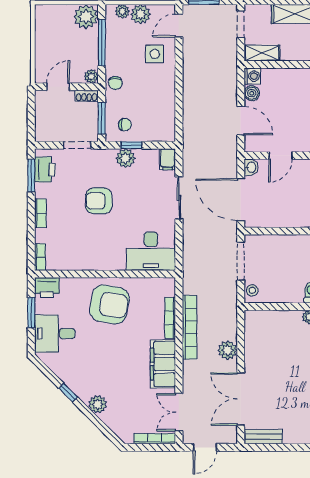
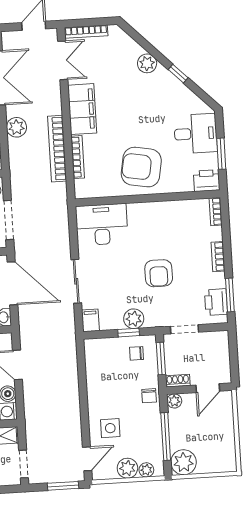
chair: (115, 83) -> (149, 396), turned 180
armchair: (99, 201) -> (159, 273), turned 90

